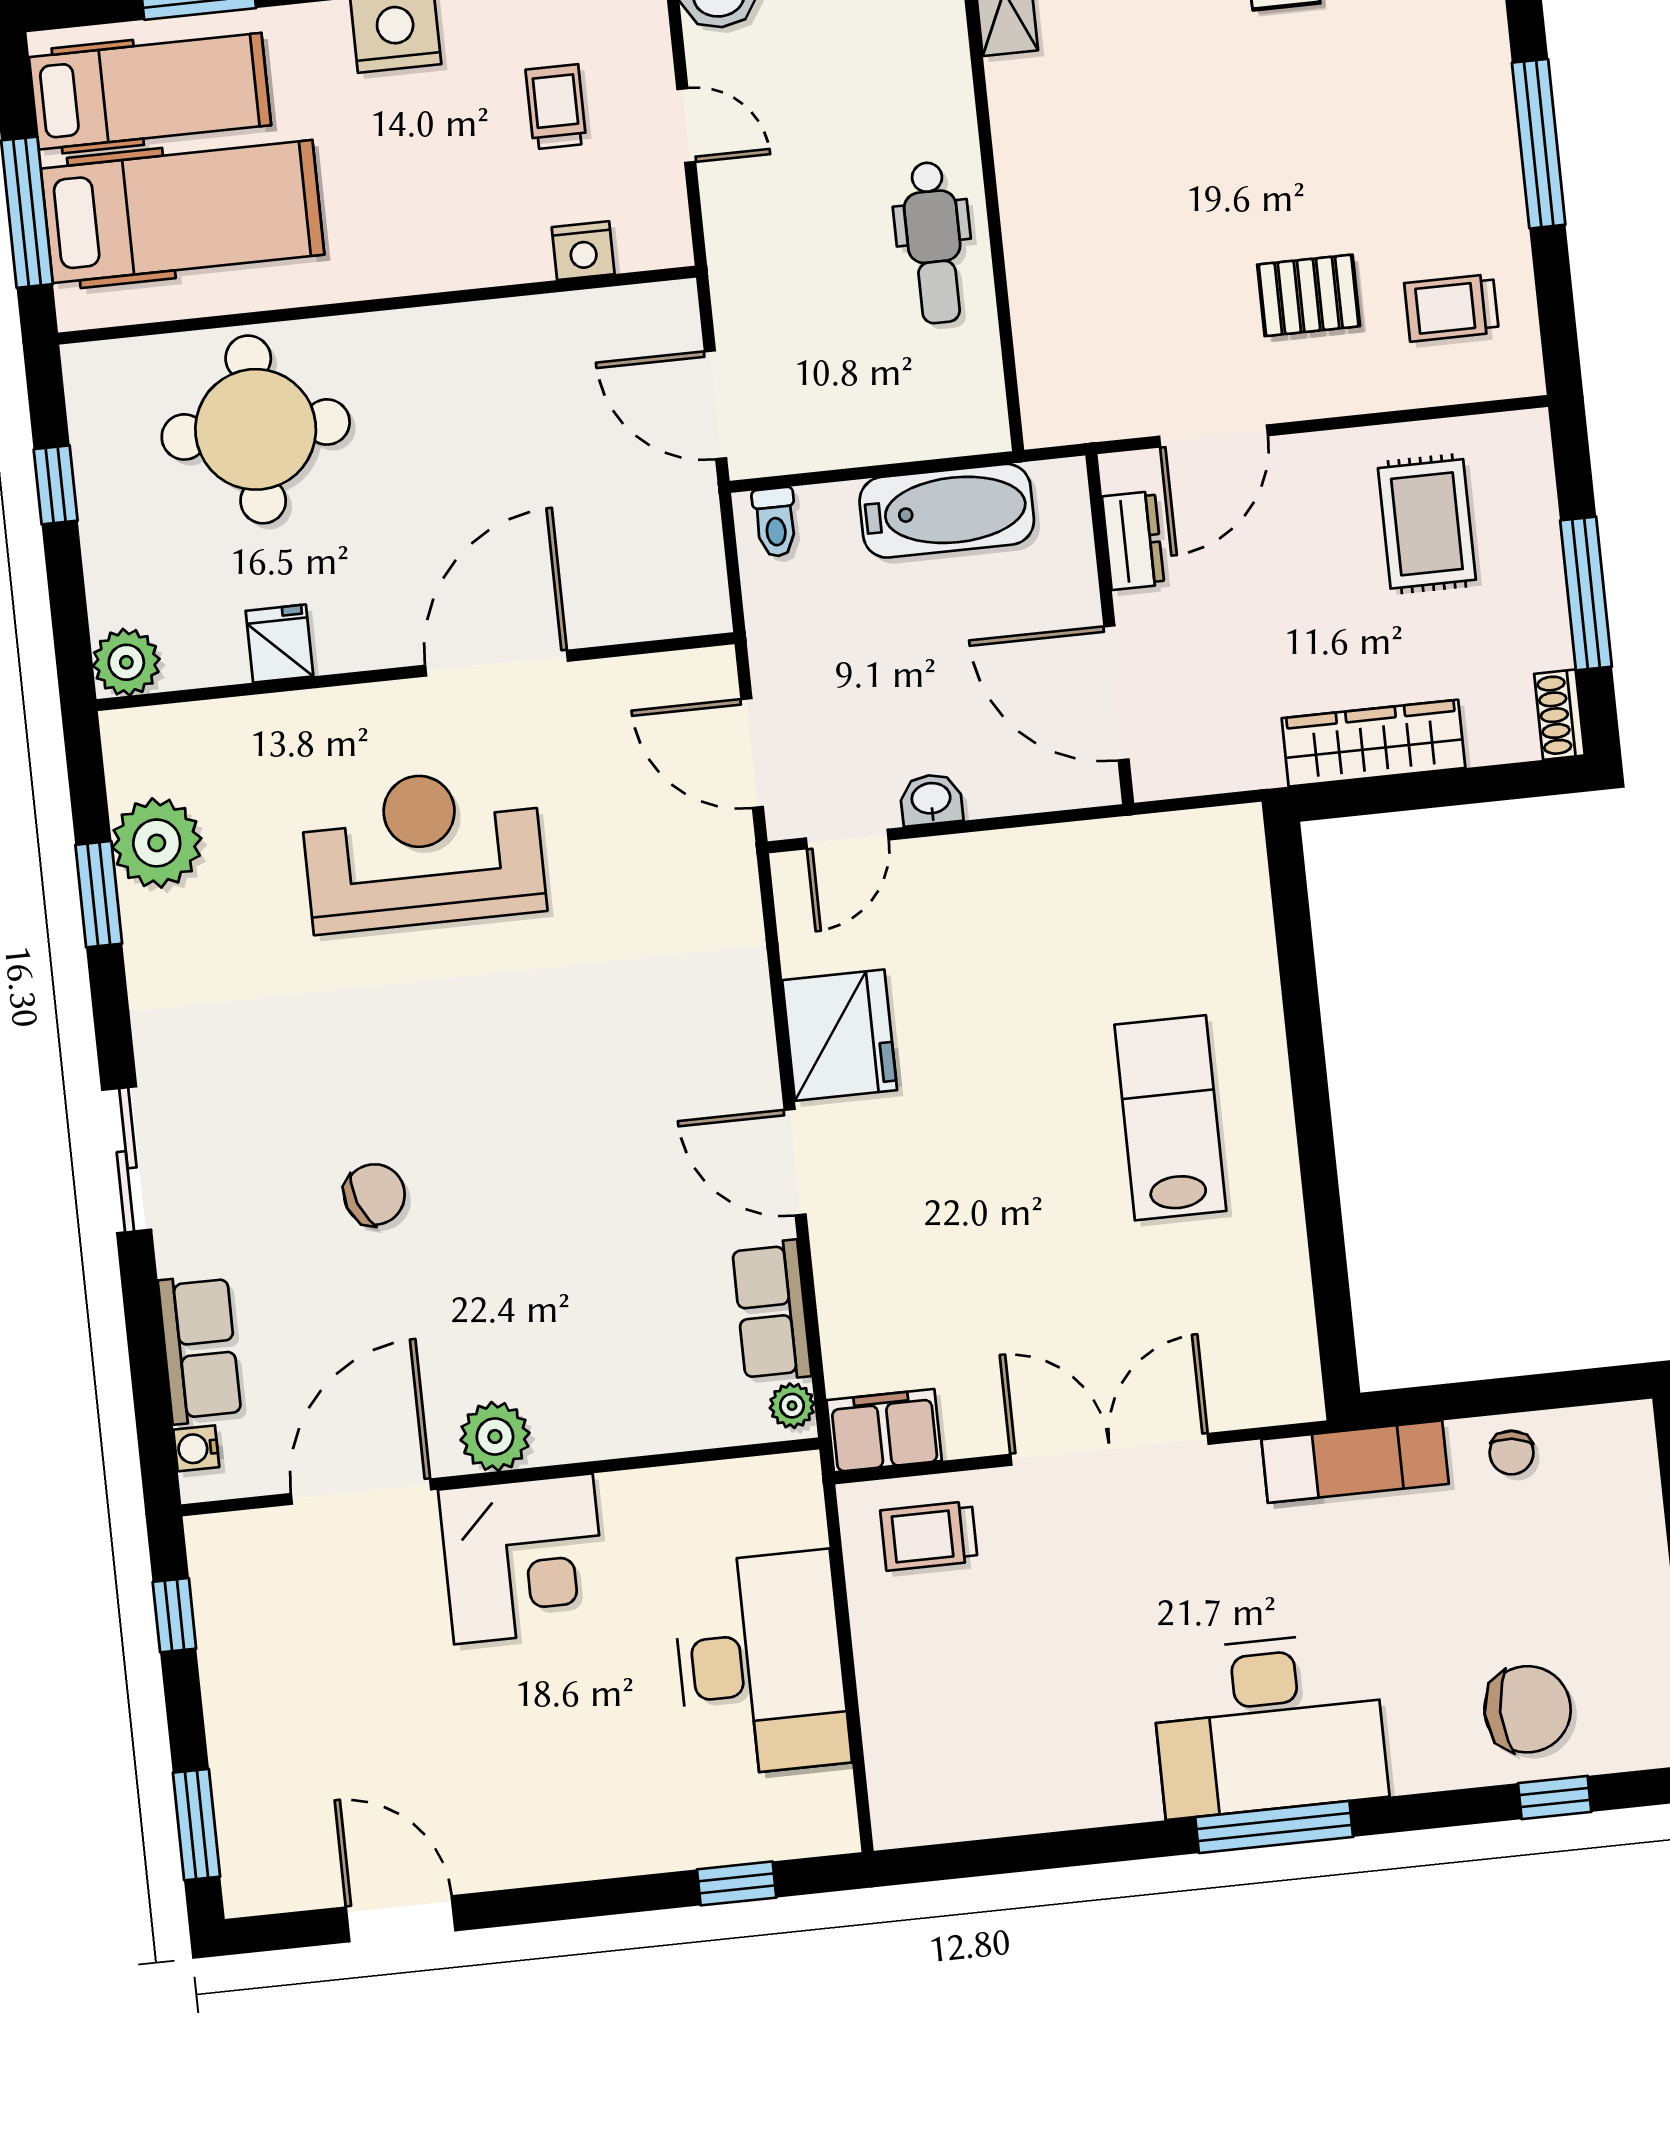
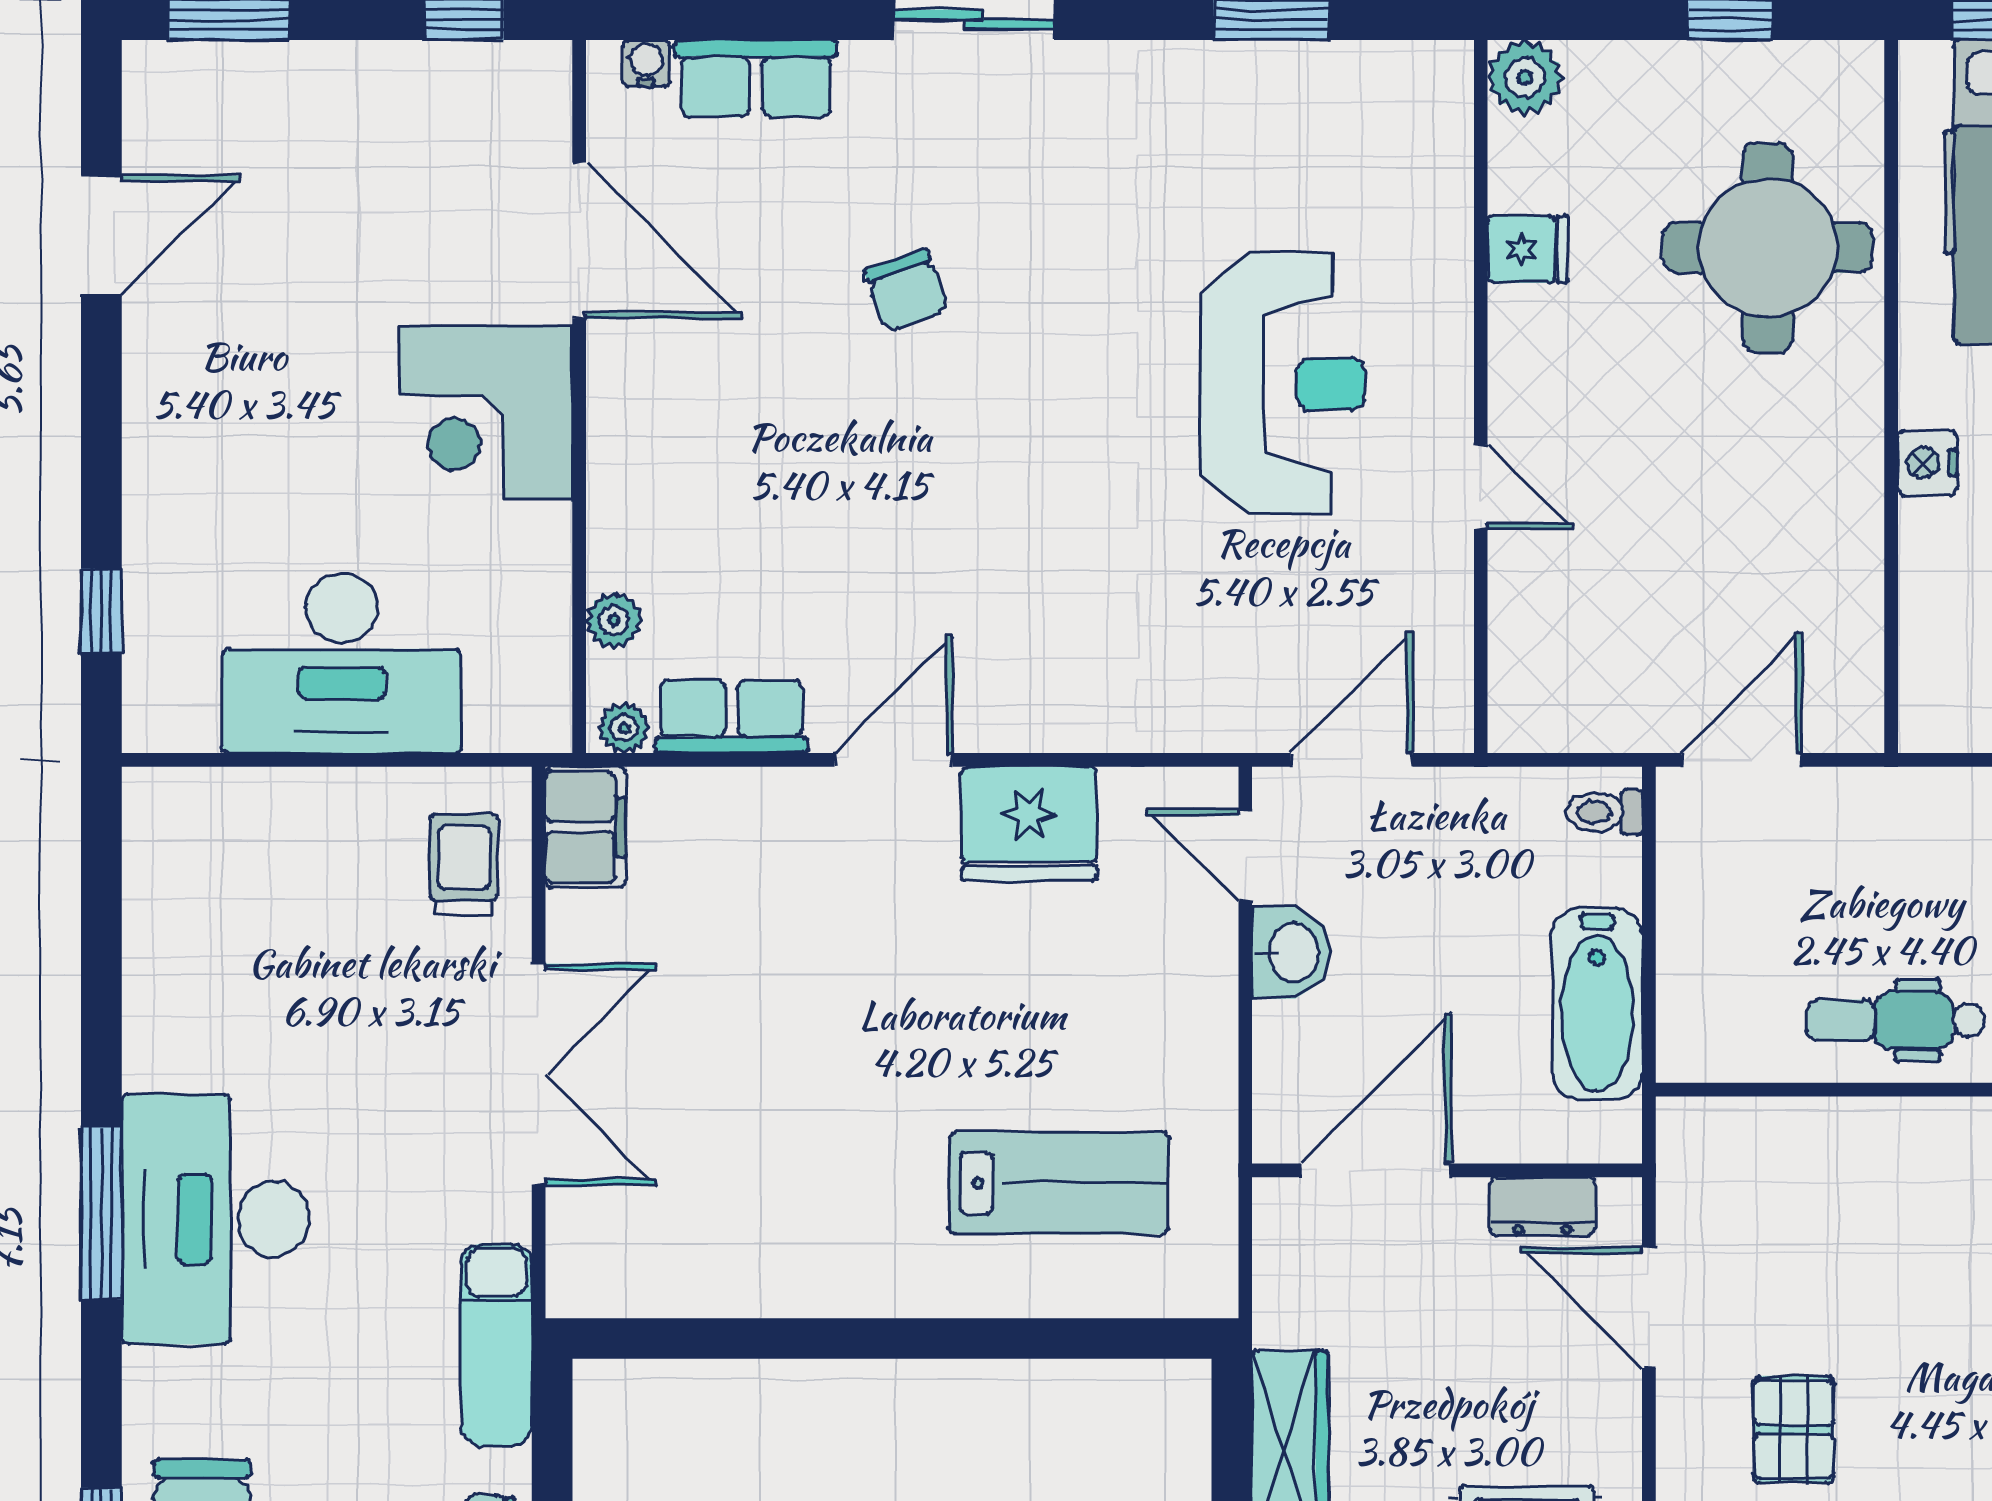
nightstand: (583, 251) -> (1928, 463), moved
door: (496, 663) -> (1481, 487), width x0.53
washbasin: (931, 800) -> (1291, 953), width x1.38, depth x1.45
plant: (157, 843) -> (1321, 90), removed
lab bench: (1170, 1118) -> (1059, 1183), moved
plant: (495, 1436) -> (614, 620), moved, width x0.73, depth x0.73

